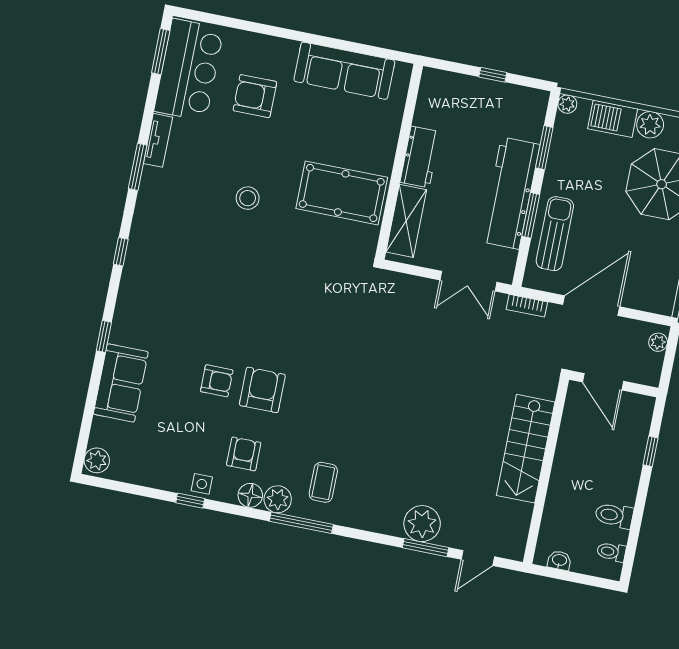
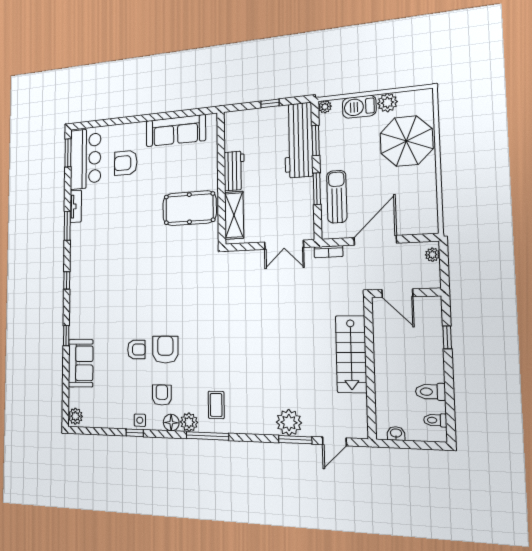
workbench: (510, 193) -> (298, 140), moved
stool: (248, 198) -> (133, 227), removed

